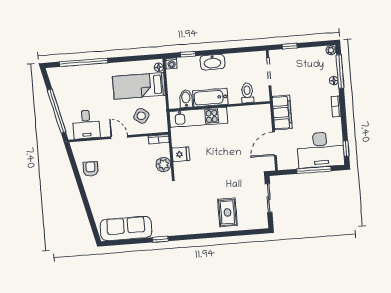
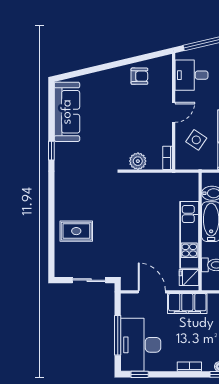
kitchen unit: (198, 117) -> (189, 235), moved
fridge: (181, 154) -> (189, 278), moved, turned 90

